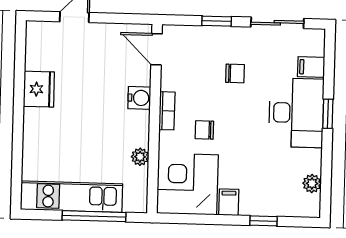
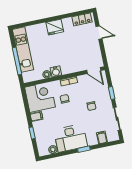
locker: (36, 48) -> (82, 19), added
door: (156, 49) -> (94, 70), swing flipped
fridge: (39, 89) -> (55, 27), moved
water cooler: (139, 98) -> (56, 71), moved
desk: (296, 113) -> (71, 138), moved

